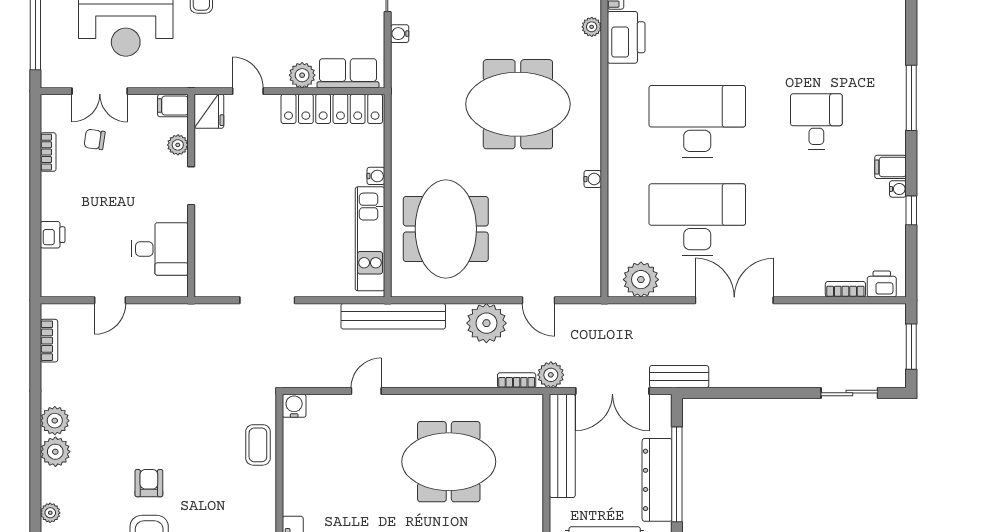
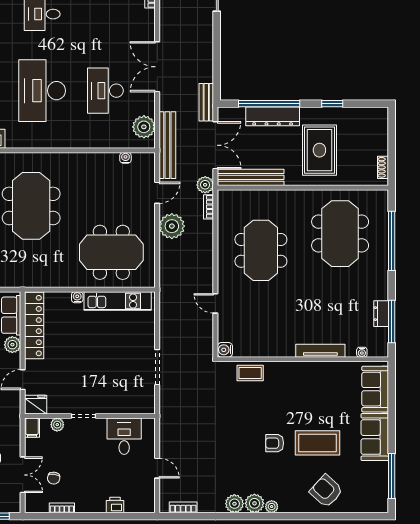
water cooler: (593, 179) -> (125, 158), moved
desk: (697, 220) -> (105, 91), width x0.73, depth x0.77
bench: (393, 316) -> (167, 145), moved
plant: (50, 513) -> (272, 507), moved

